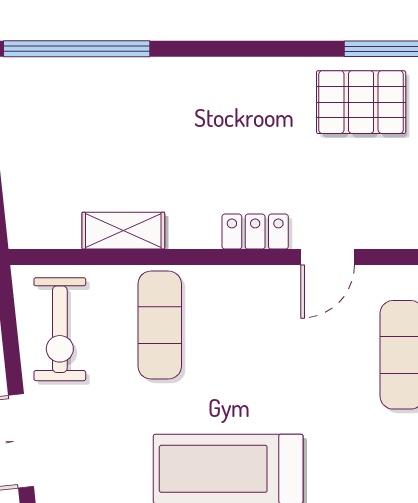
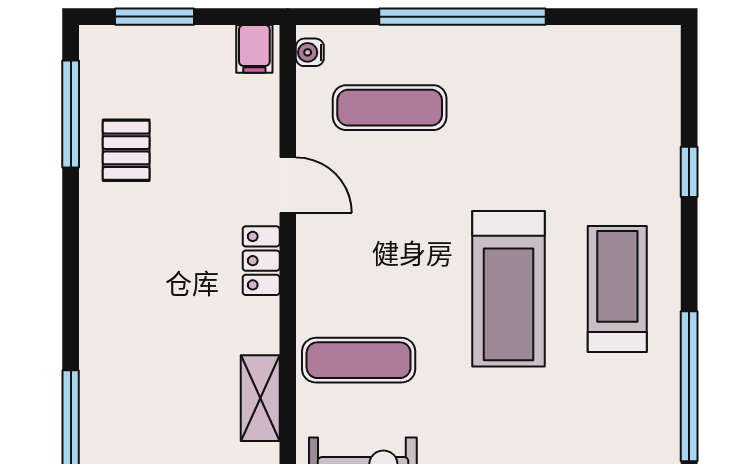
pallet: (361, 102) -> (126, 150), width x0.67, depth x0.71

